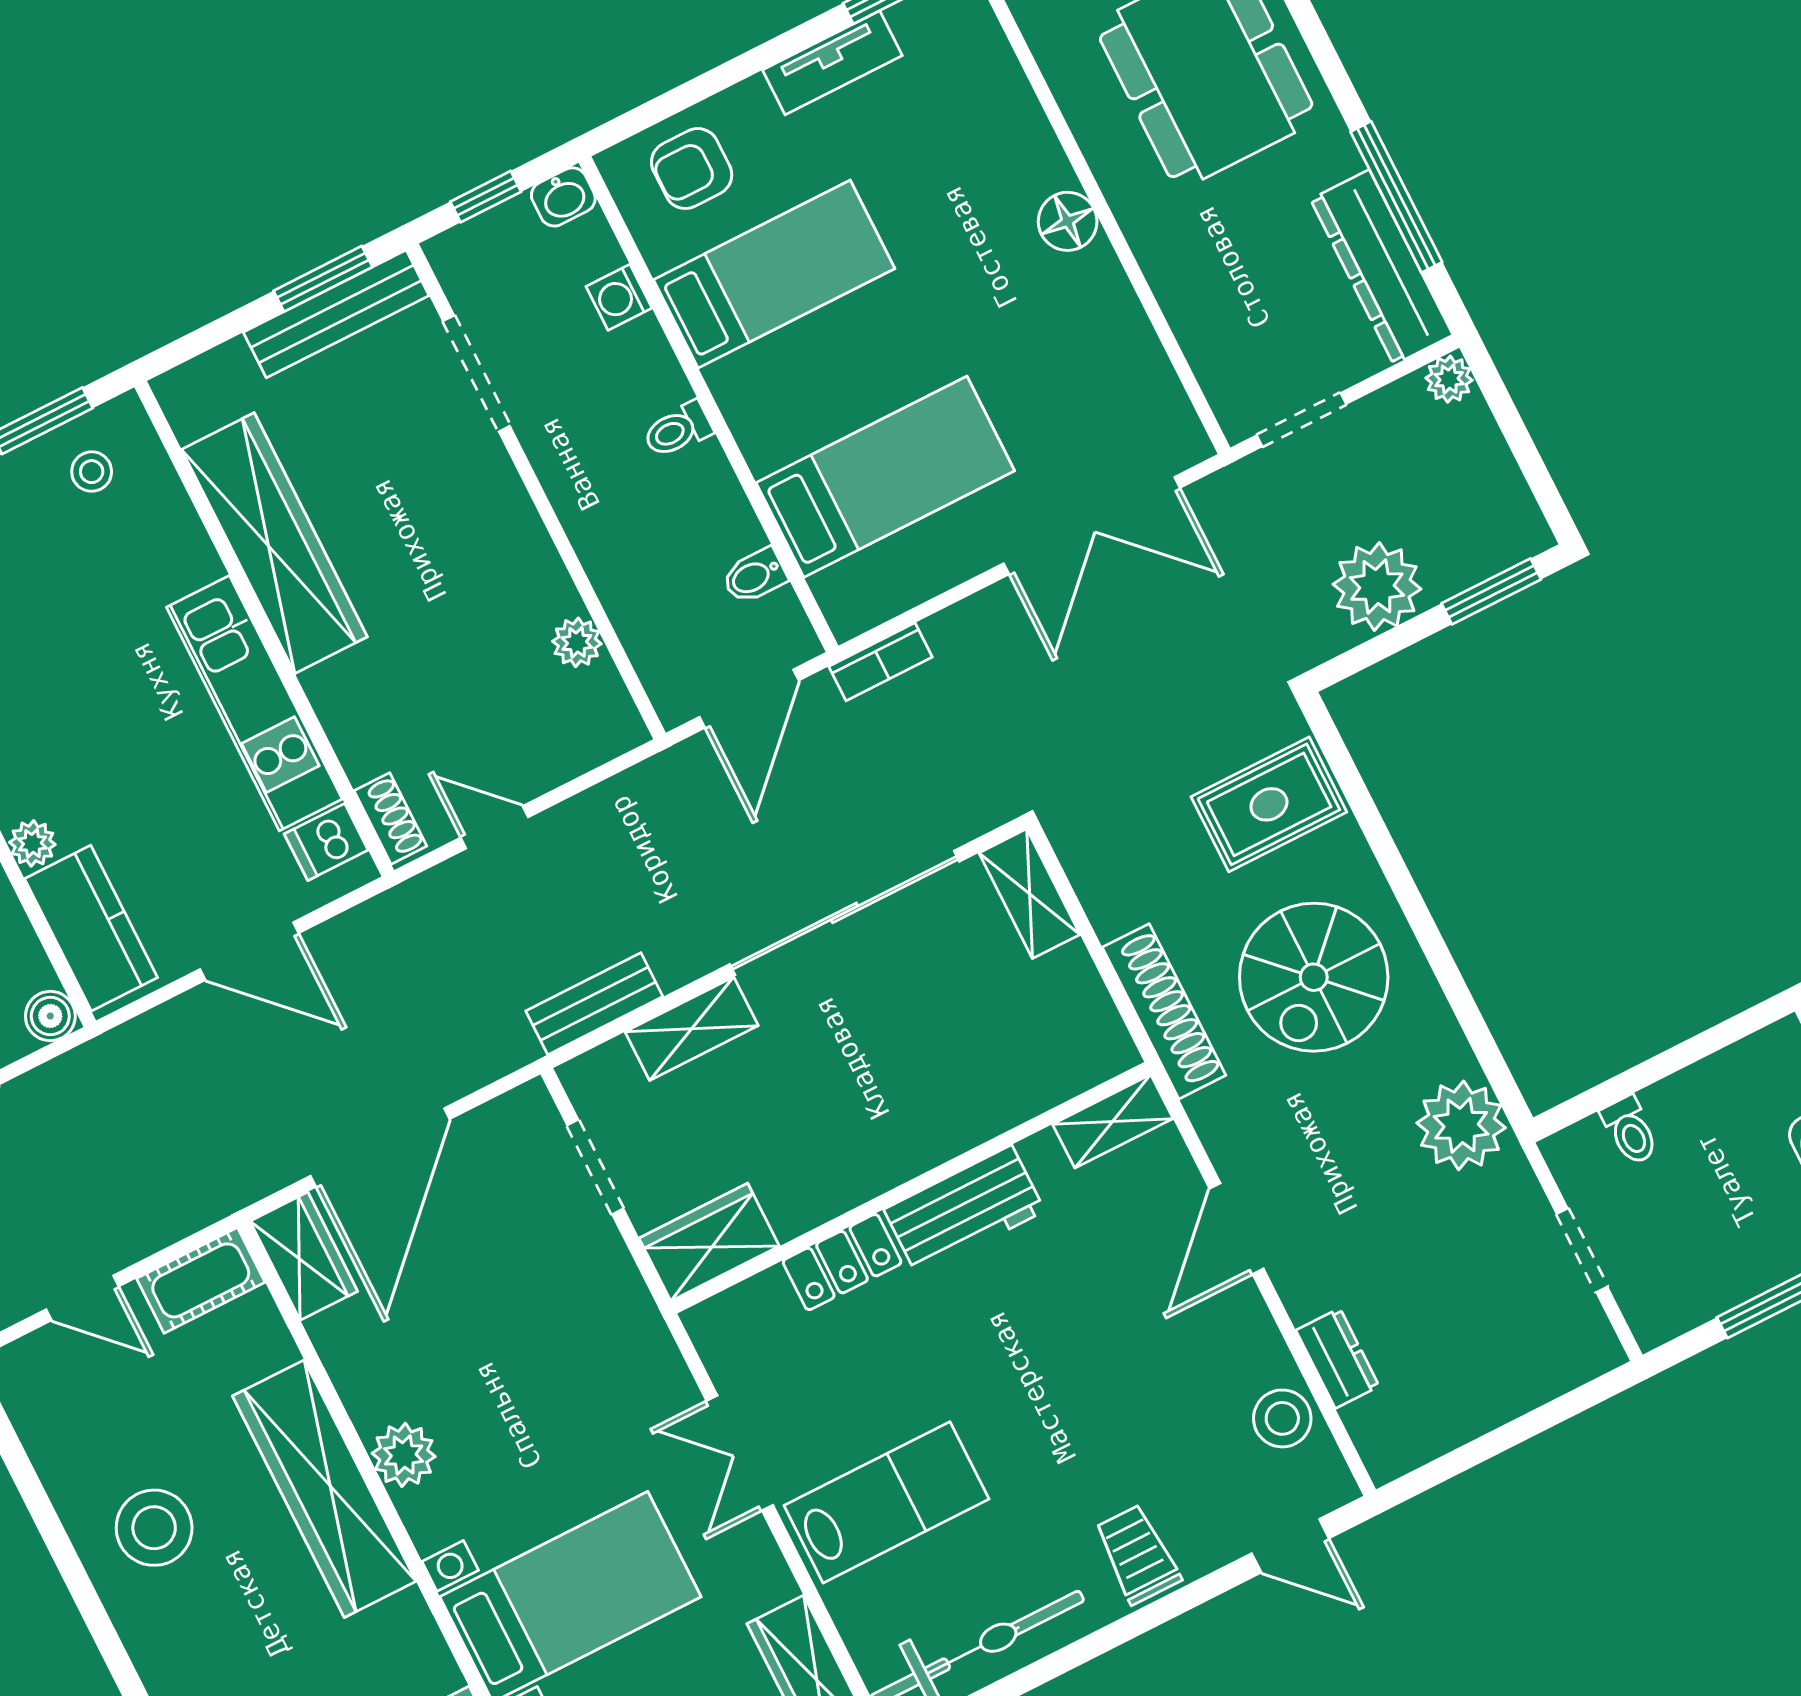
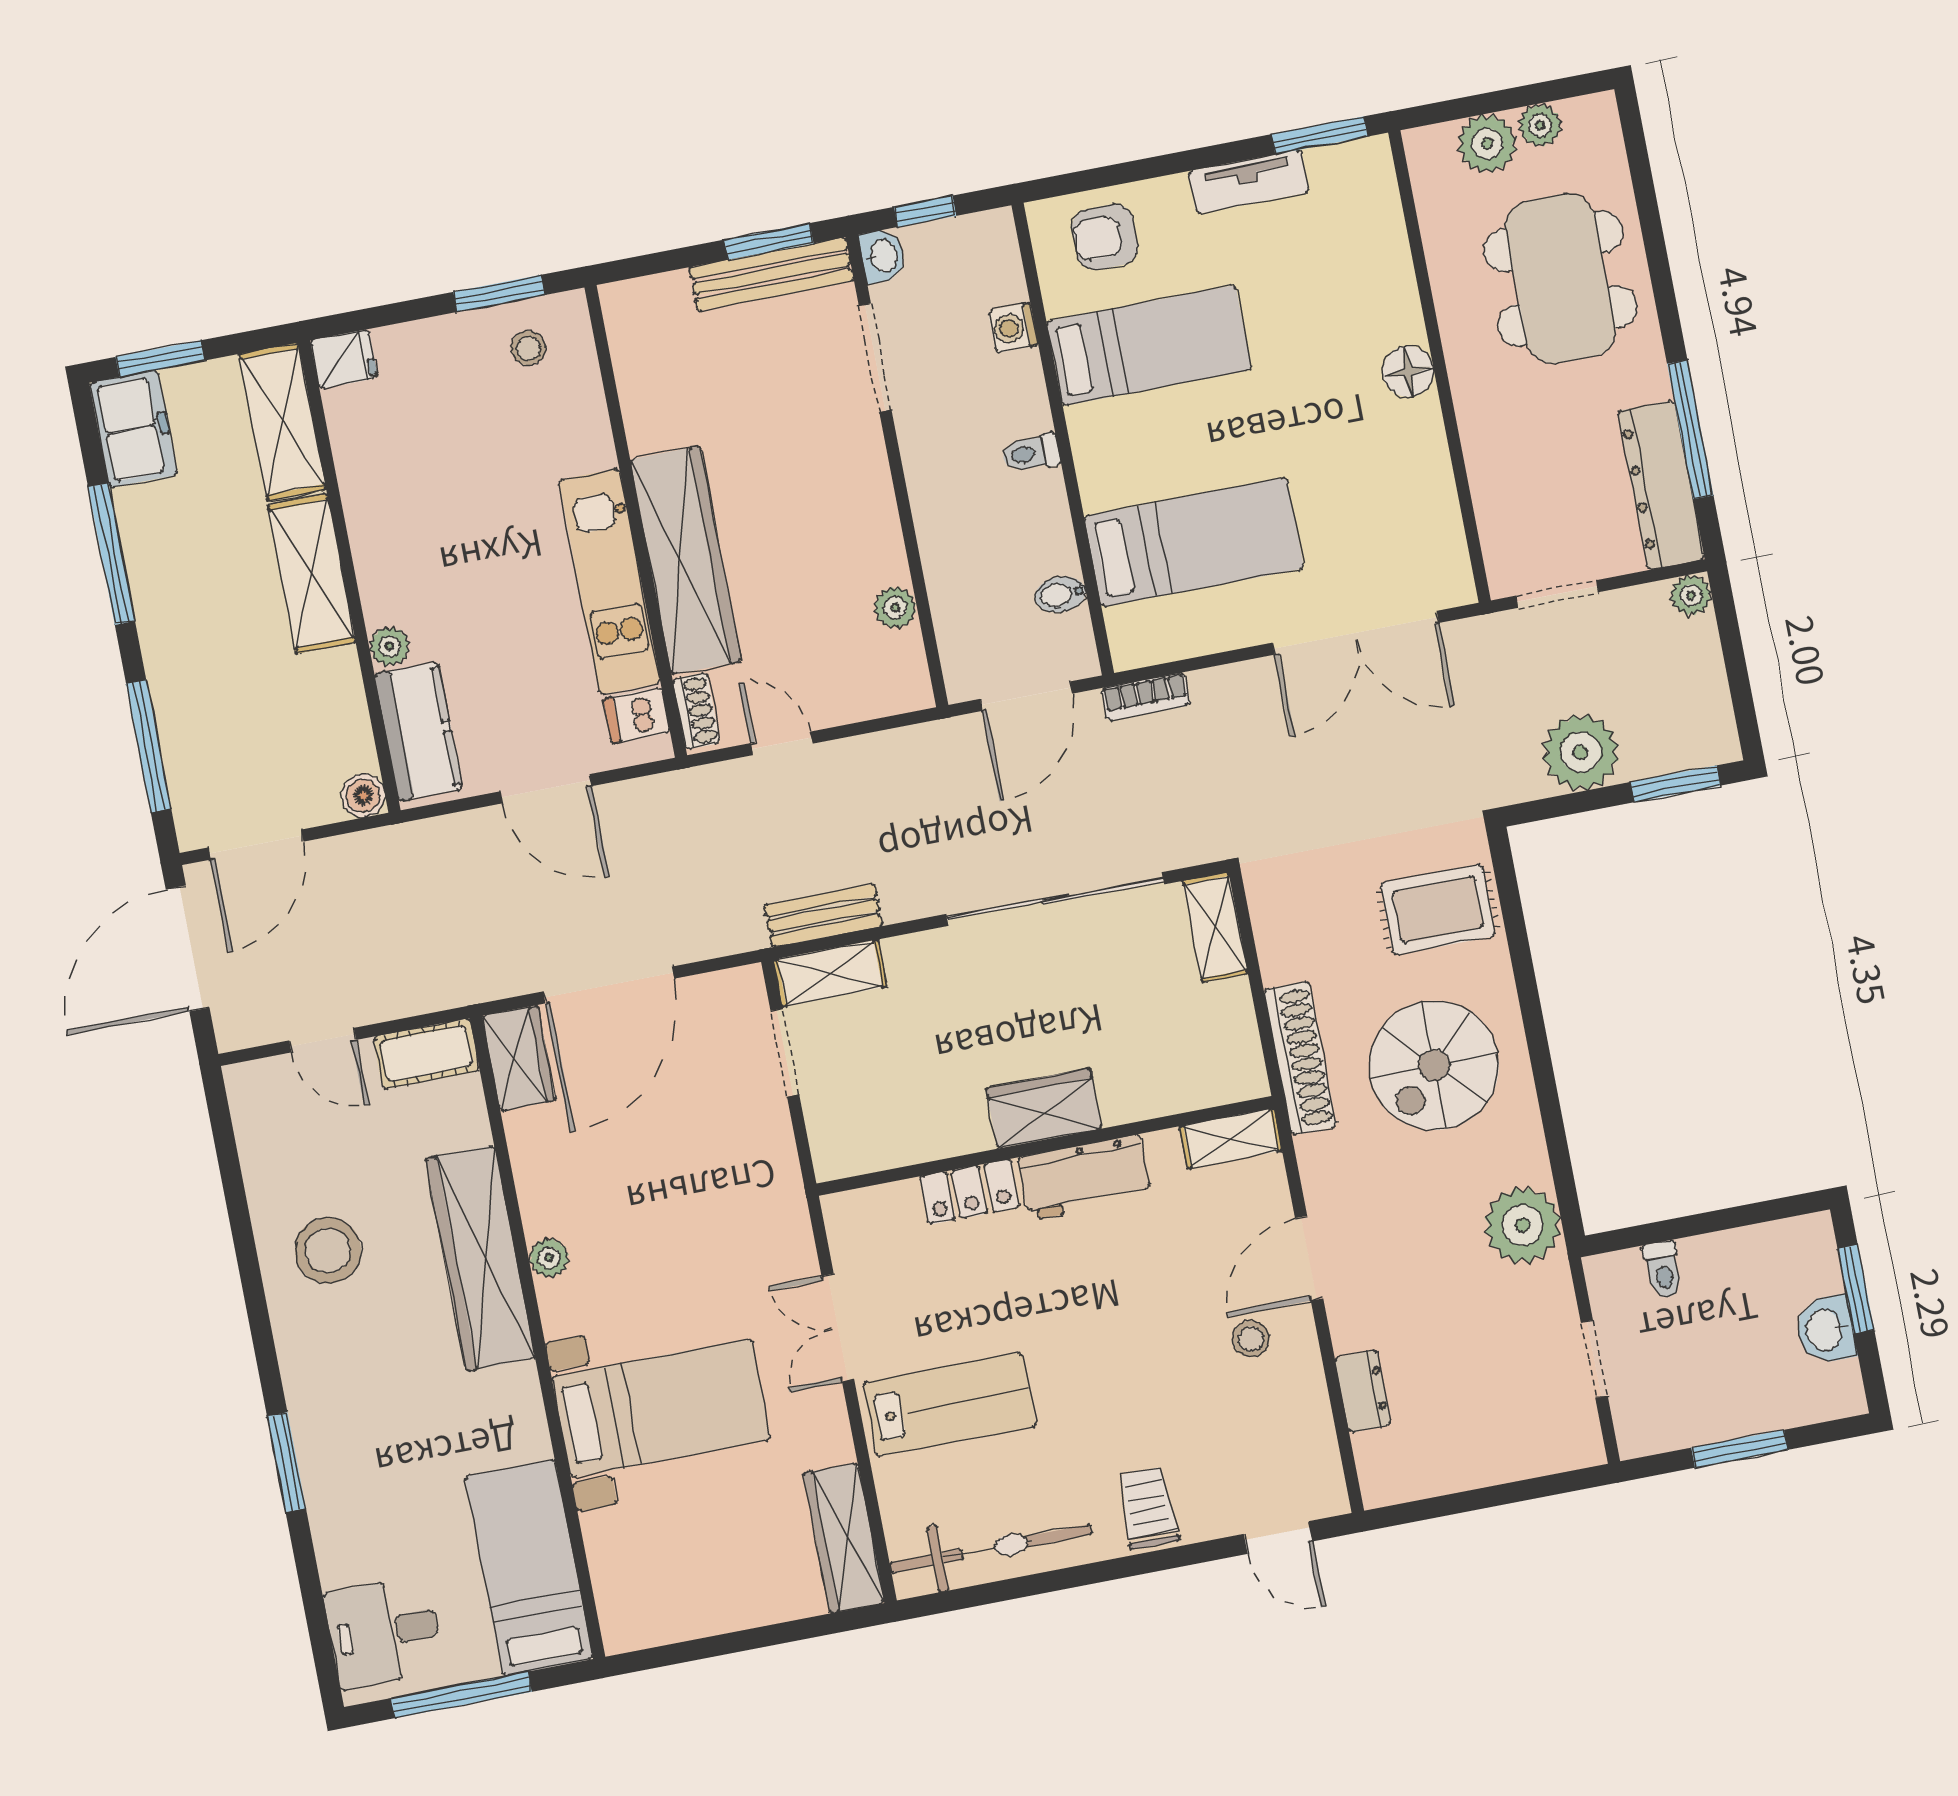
washbasin: (563, 197) -> (883, 256), moved, turned -90
wardrobe: (274, 543) -> (686, 560), moved
shelving: (692, 1029) -> (830, 973), moved
wardrobe: (709, 1242) -> (1044, 1108), moved
stool: (1282, 1418) -> (1251, 1339), moved, width x0.73, depth x0.73
plant: (404, 1455) -> (549, 1258), width x0.73, depth x0.73

